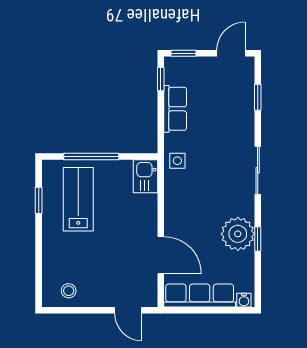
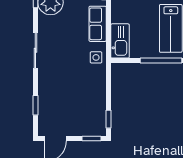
row of seats: (175, 109) -> (98, 24), moved
kitchen sink: (146, 176) -> (120, 41), width x1.38

